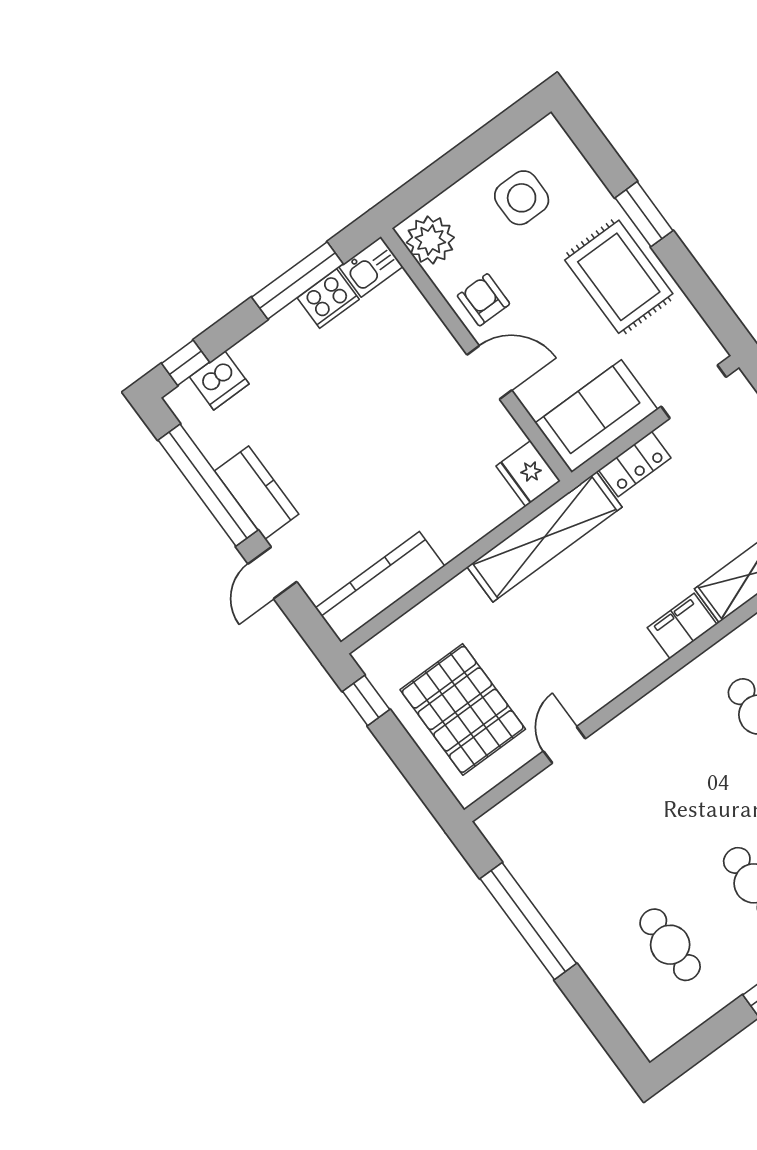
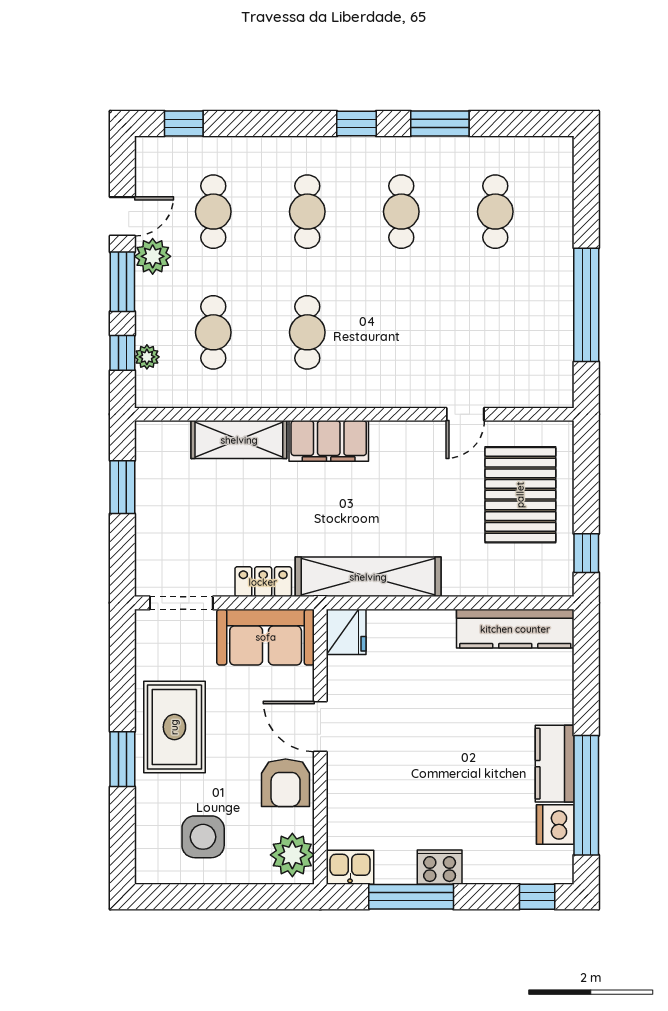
cooker: (328, 299) -> (440, 867), moved
armchair: (483, 300) -> (286, 783), width x1.38, depth x1.38
dishwasher: (219, 380) -> (555, 825), moved, turned -90
door: (272, 573) -> (586, 697), removed
filing cabinet: (682, 626) -> (329, 441), width x1.50, depth x1.17

